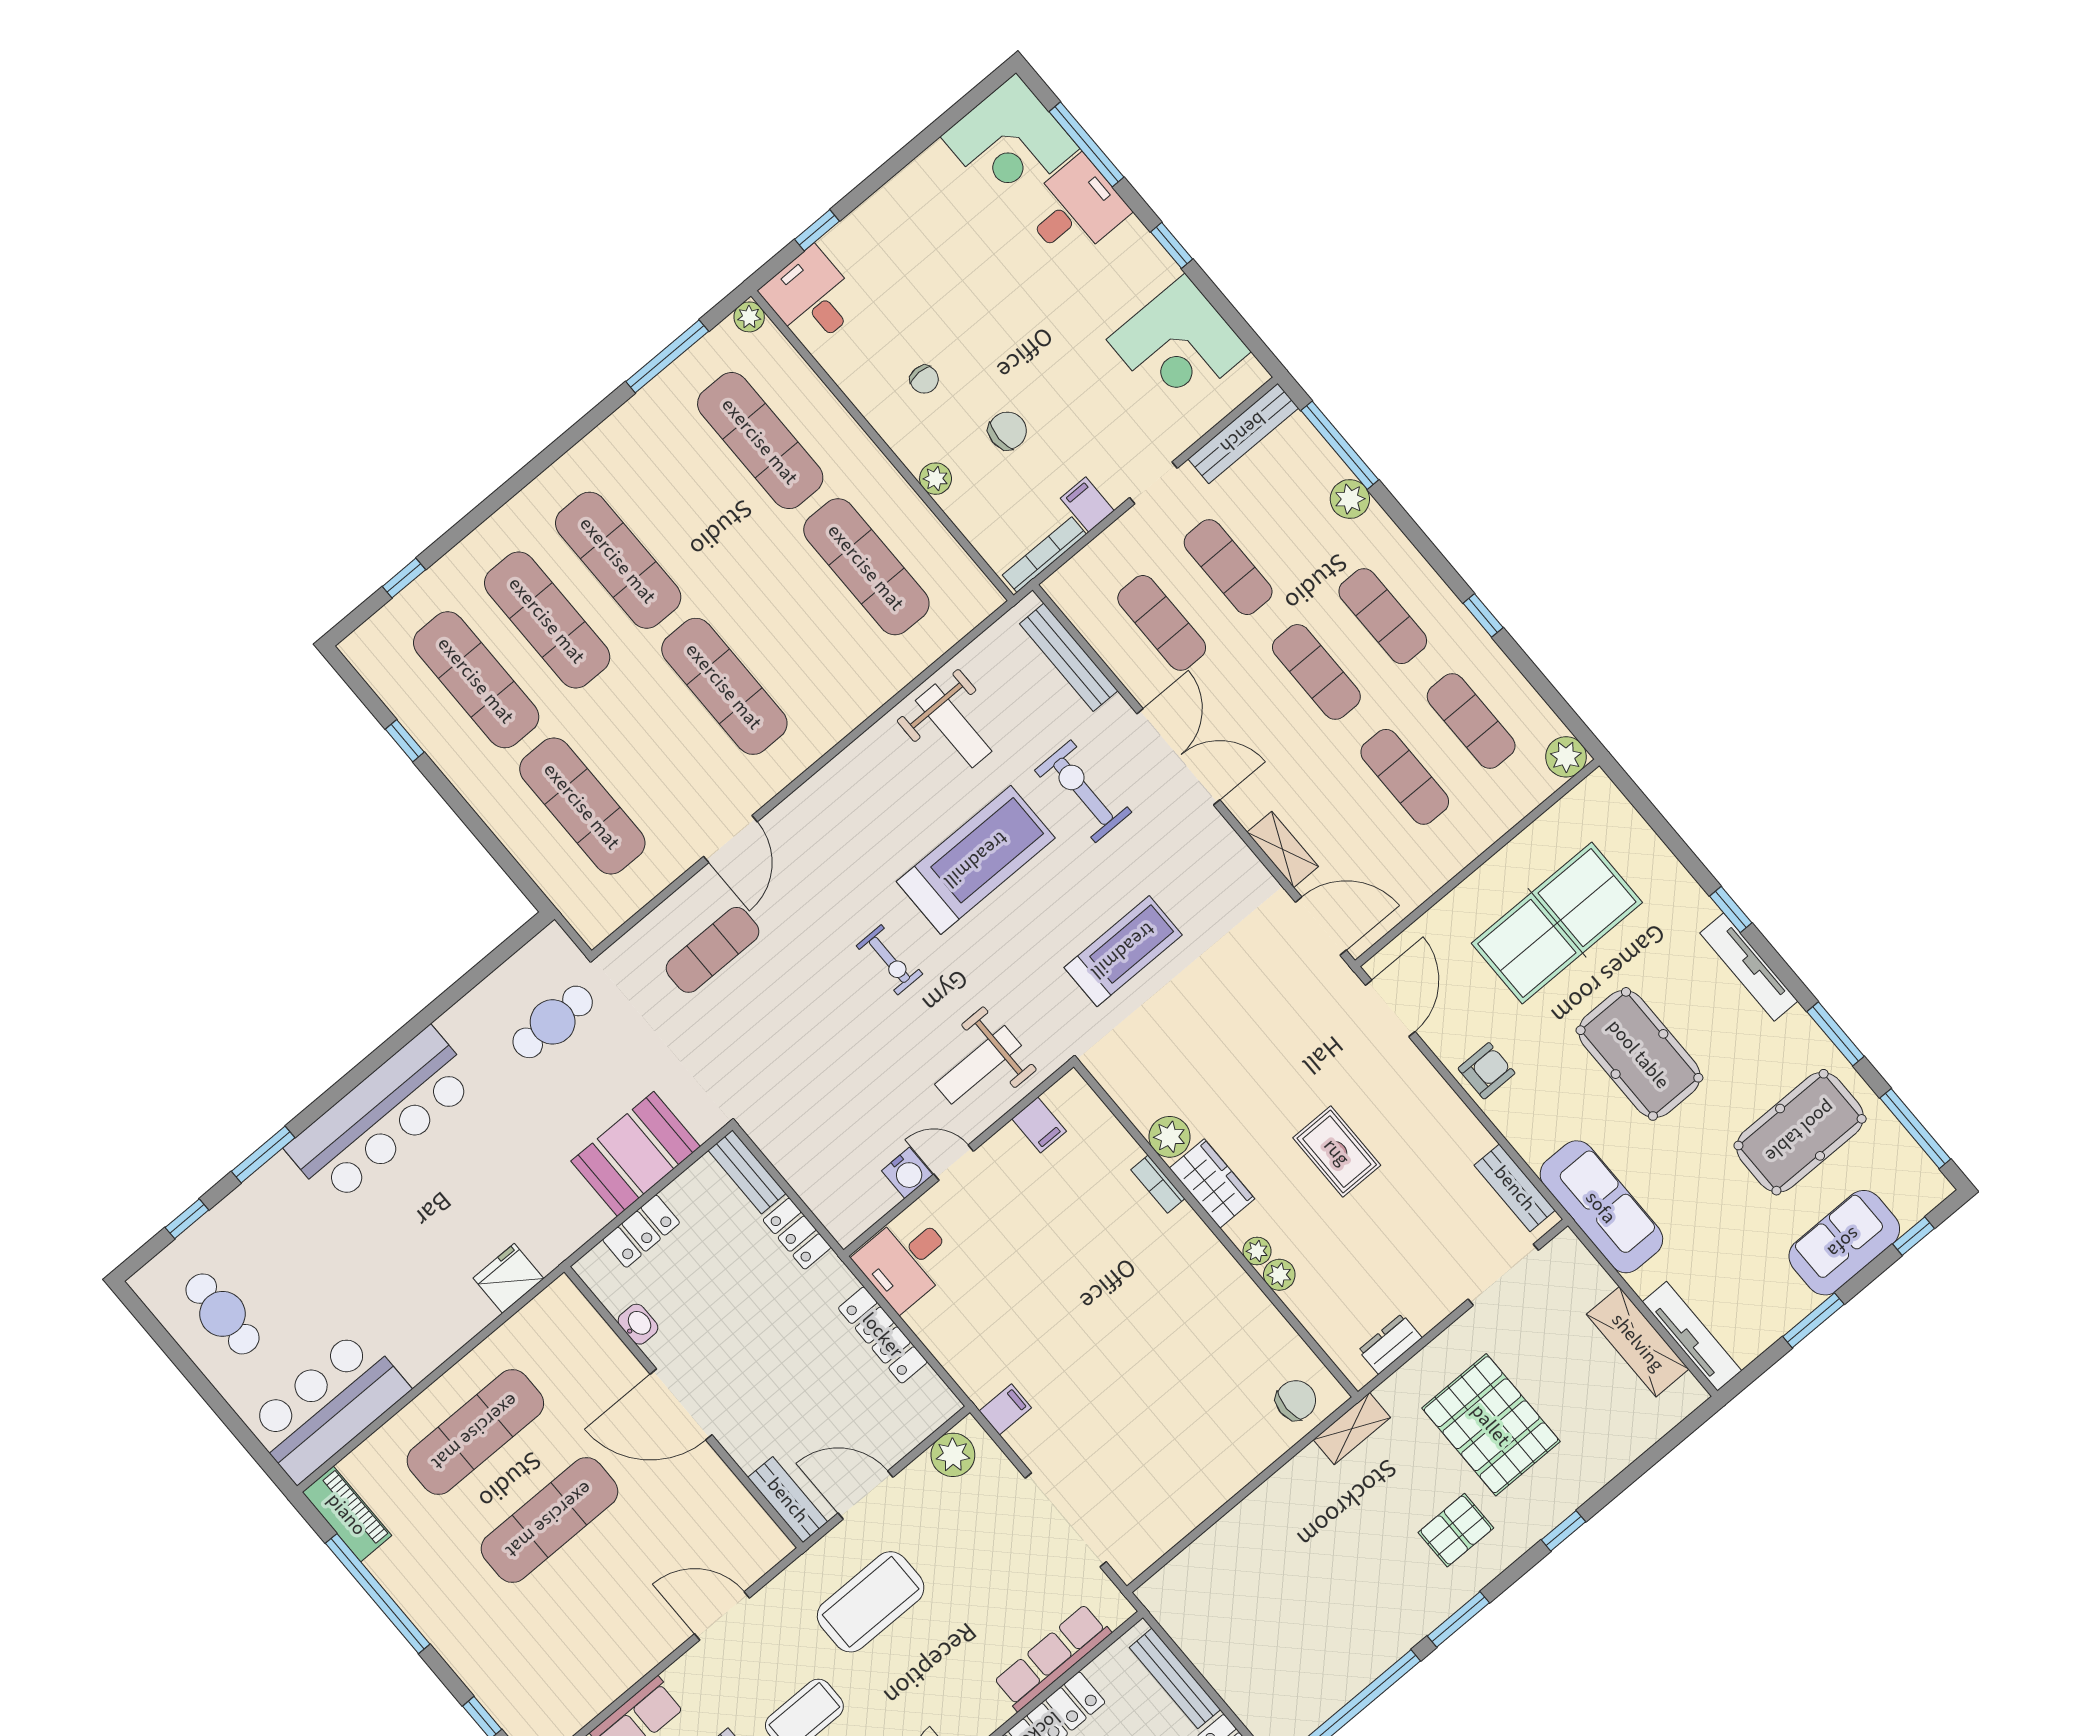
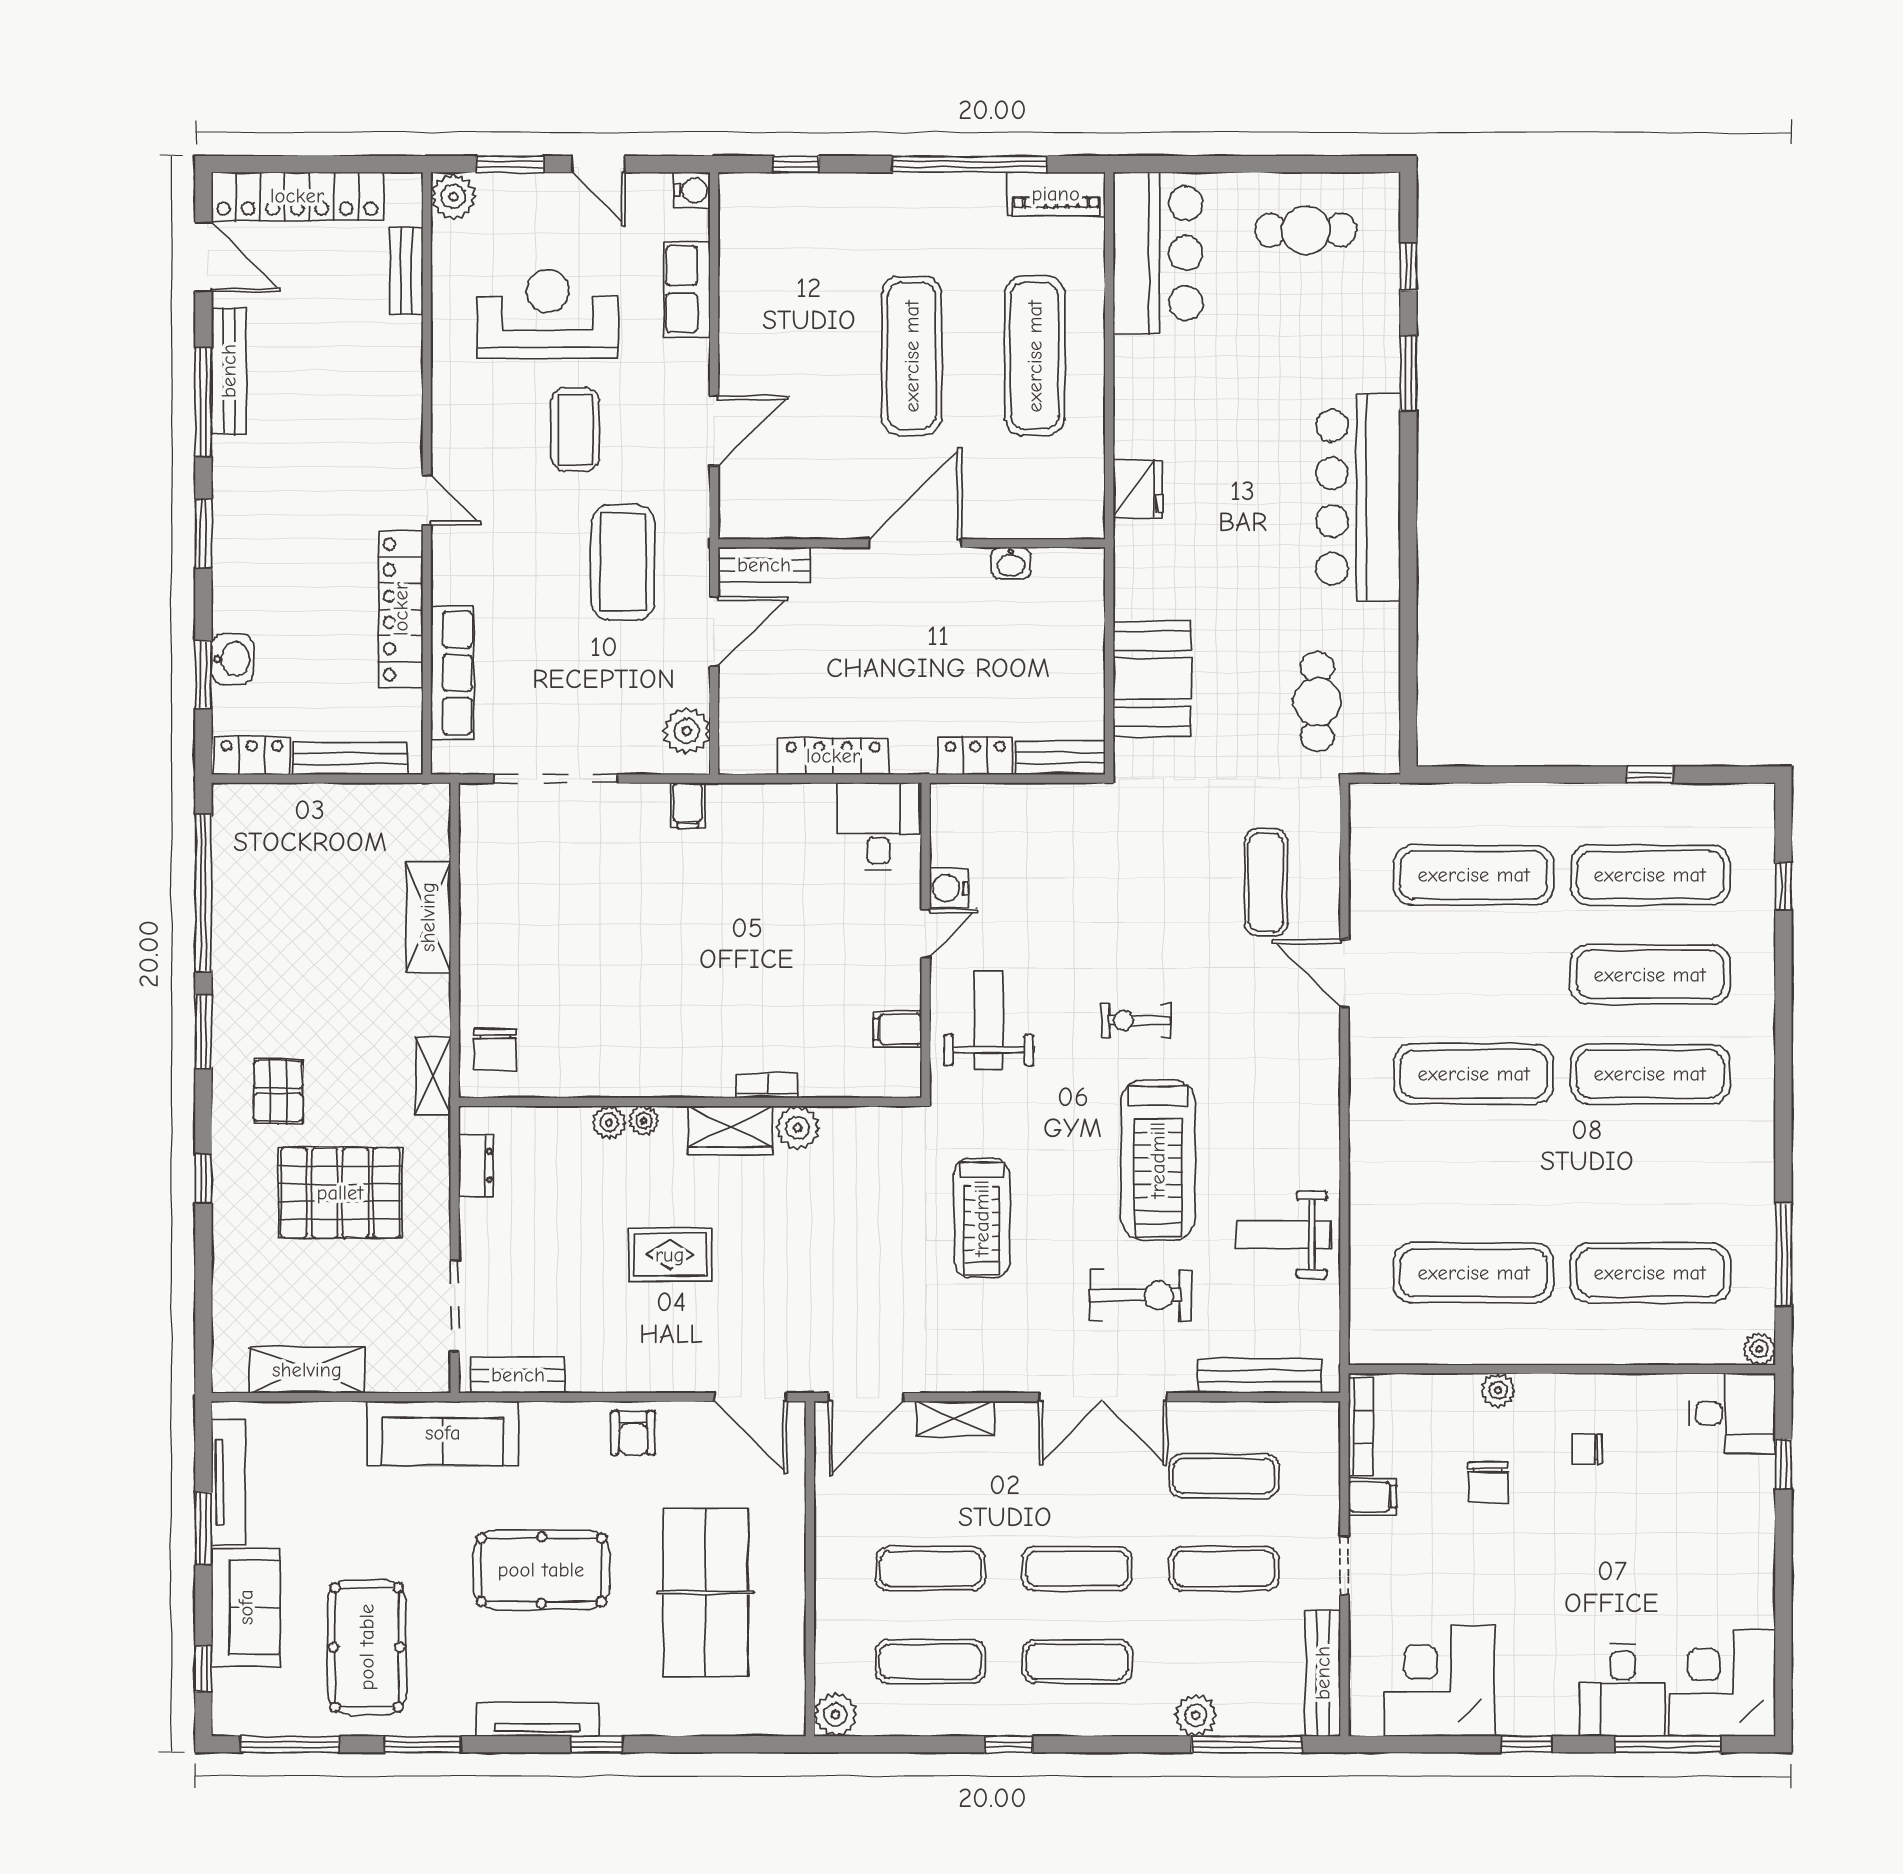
locker: (641, 1231) -> (1085, 630), removed
tv unit: (1692, 1336) -> (228, 1482), moved, turned -90
shelving: (1241, 1527) -> (428, 917), added

